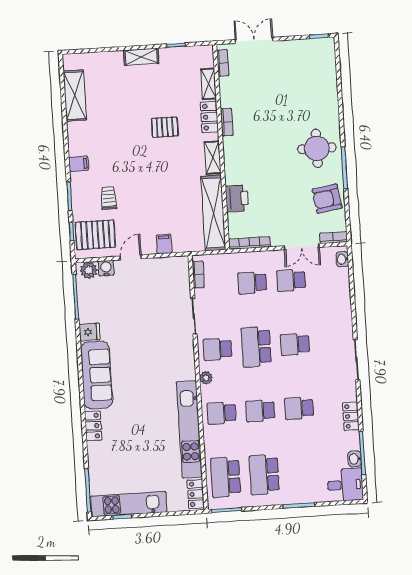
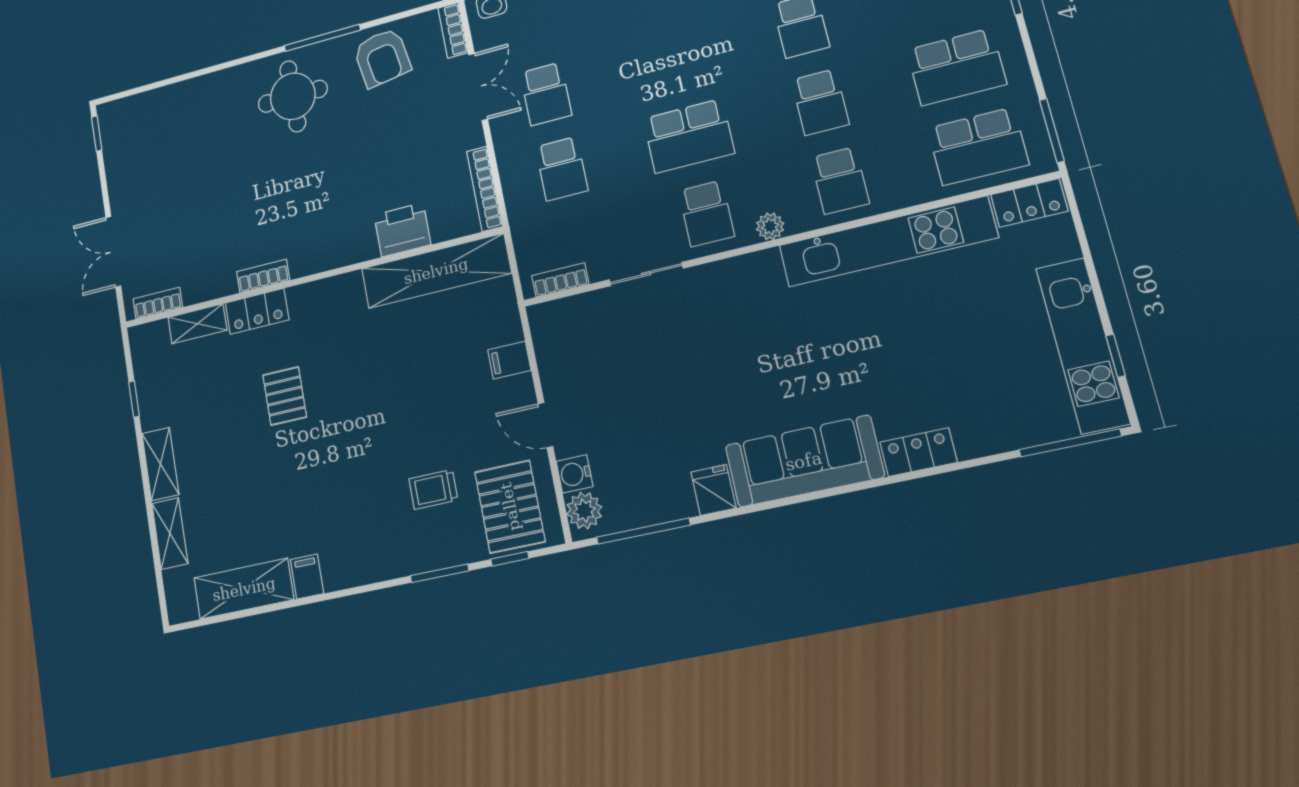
shelving: (213, 158) -> (170, 533), moved, turned 90
filing cabinet: (78, 164) -> (307, 576), moved
school desk: (295, 344) -> (671, 60), removed

